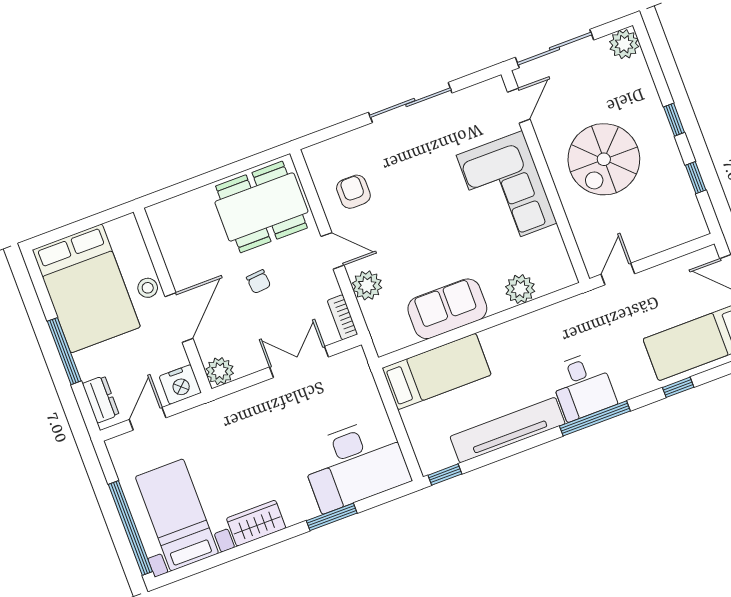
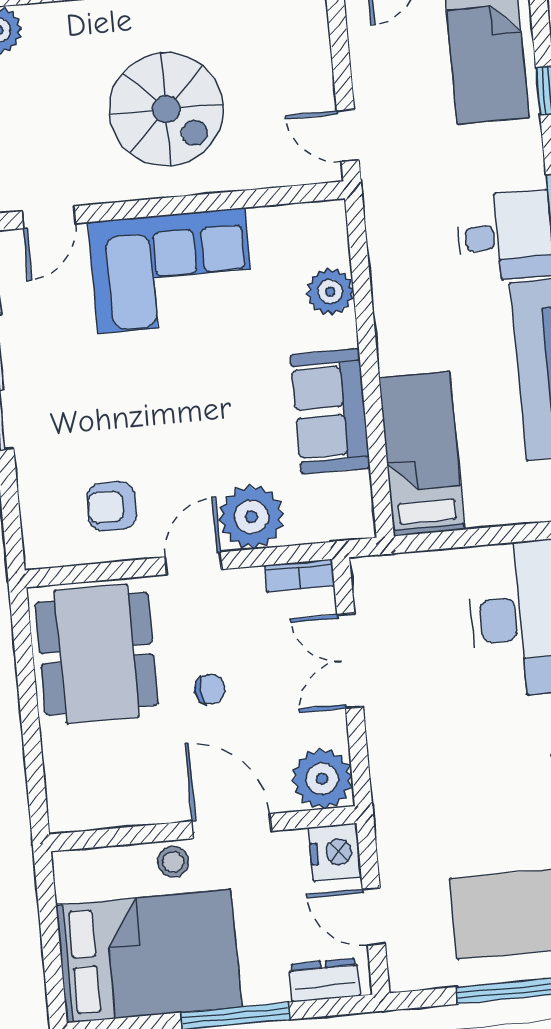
door: (519, 106) -> (49, 217), swing flipped
plant: (367, 285) -> (252, 517), width x1.36, depth x1.36
plant: (220, 371) -> (322, 779), width x1.36, depth x1.36

